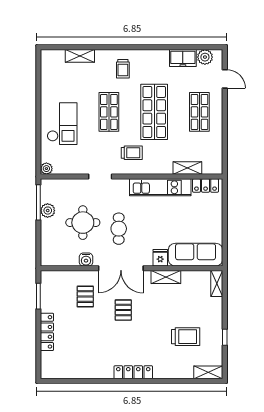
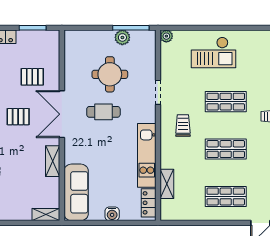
shop shelf: (154, 112) -> (226, 149), width x0.70, depth x0.74
trolley: (132, 153) -> (183, 126), turned 180
fridge: (160, 258) -> (73, 155), removed
water cooler: (86, 260) -> (112, 214), moved, turned -90

